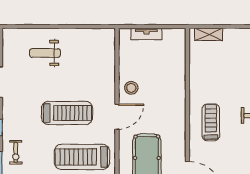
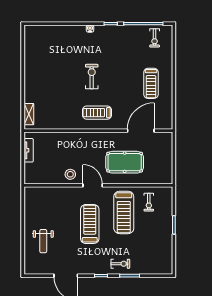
tv unit: (146, 34) -> (29, 150), moved

